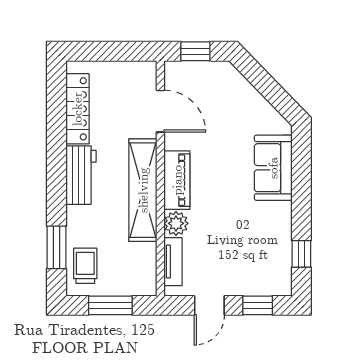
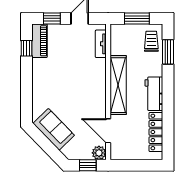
sofa: (273, 168) -> (54, 129), moved, turned -44
piano: (177, 180) -> (40, 41), moved, turned 180
plant: (176, 223) -> (99, 153), moved
trolley: (85, 266) -> (151, 41), turned 180

